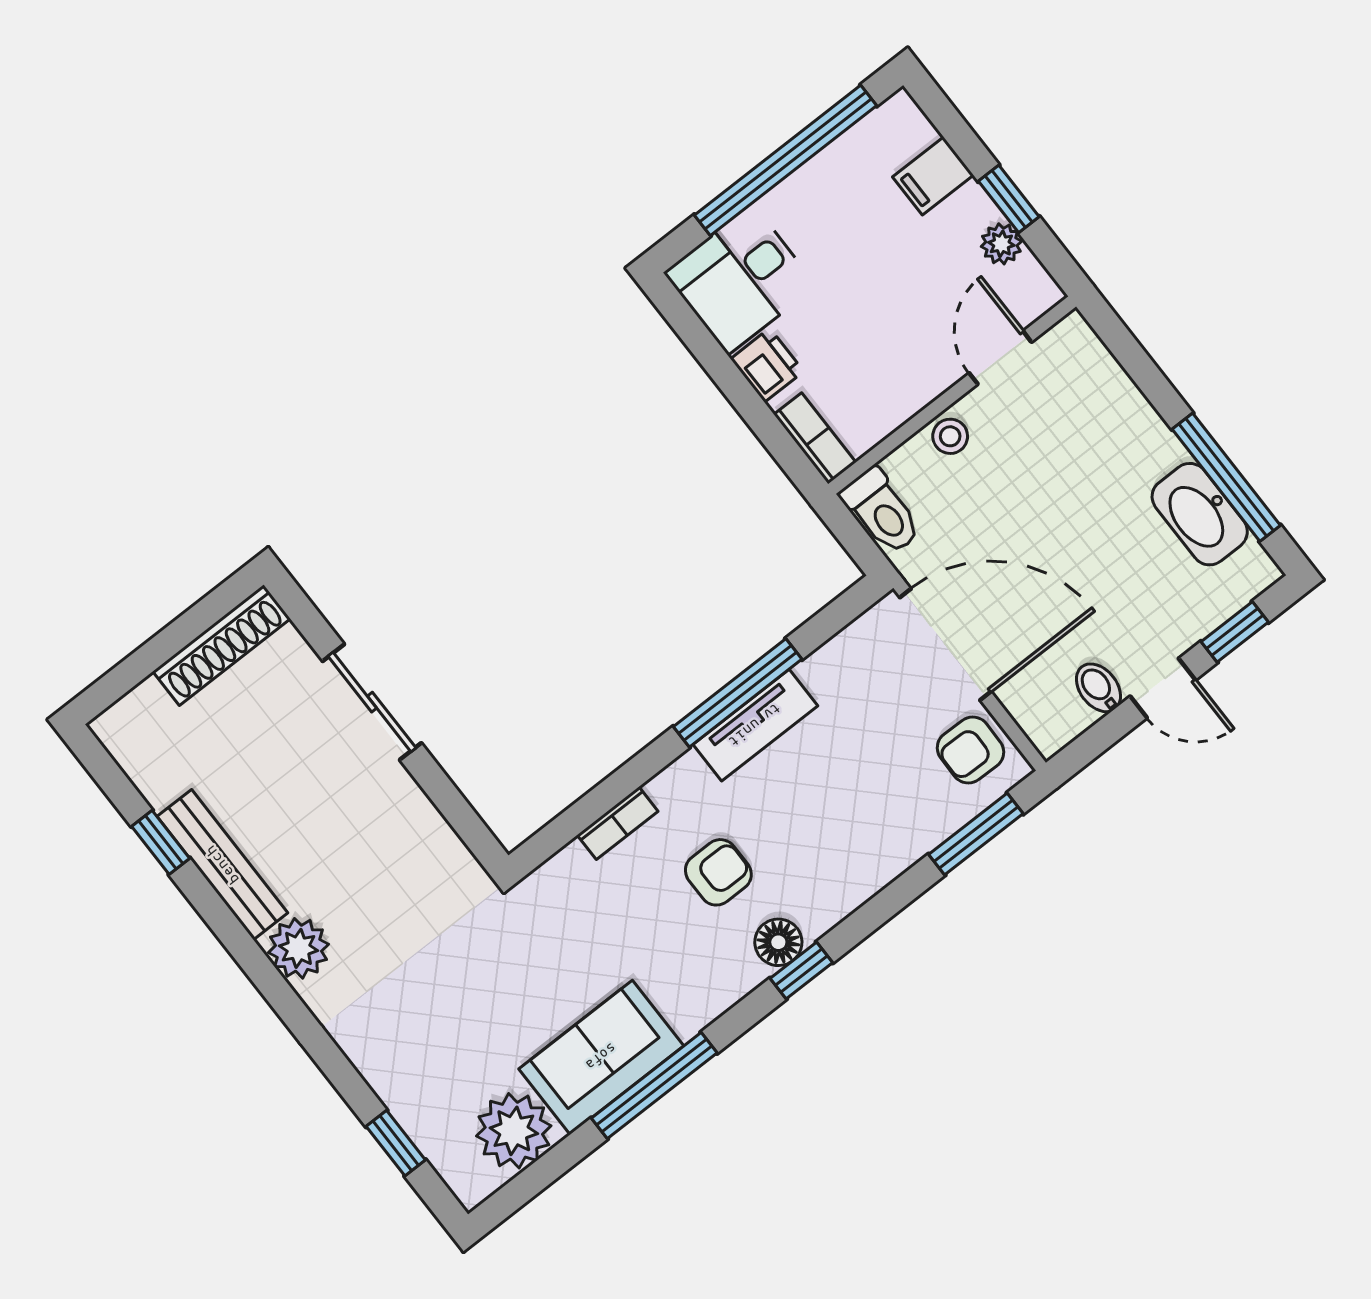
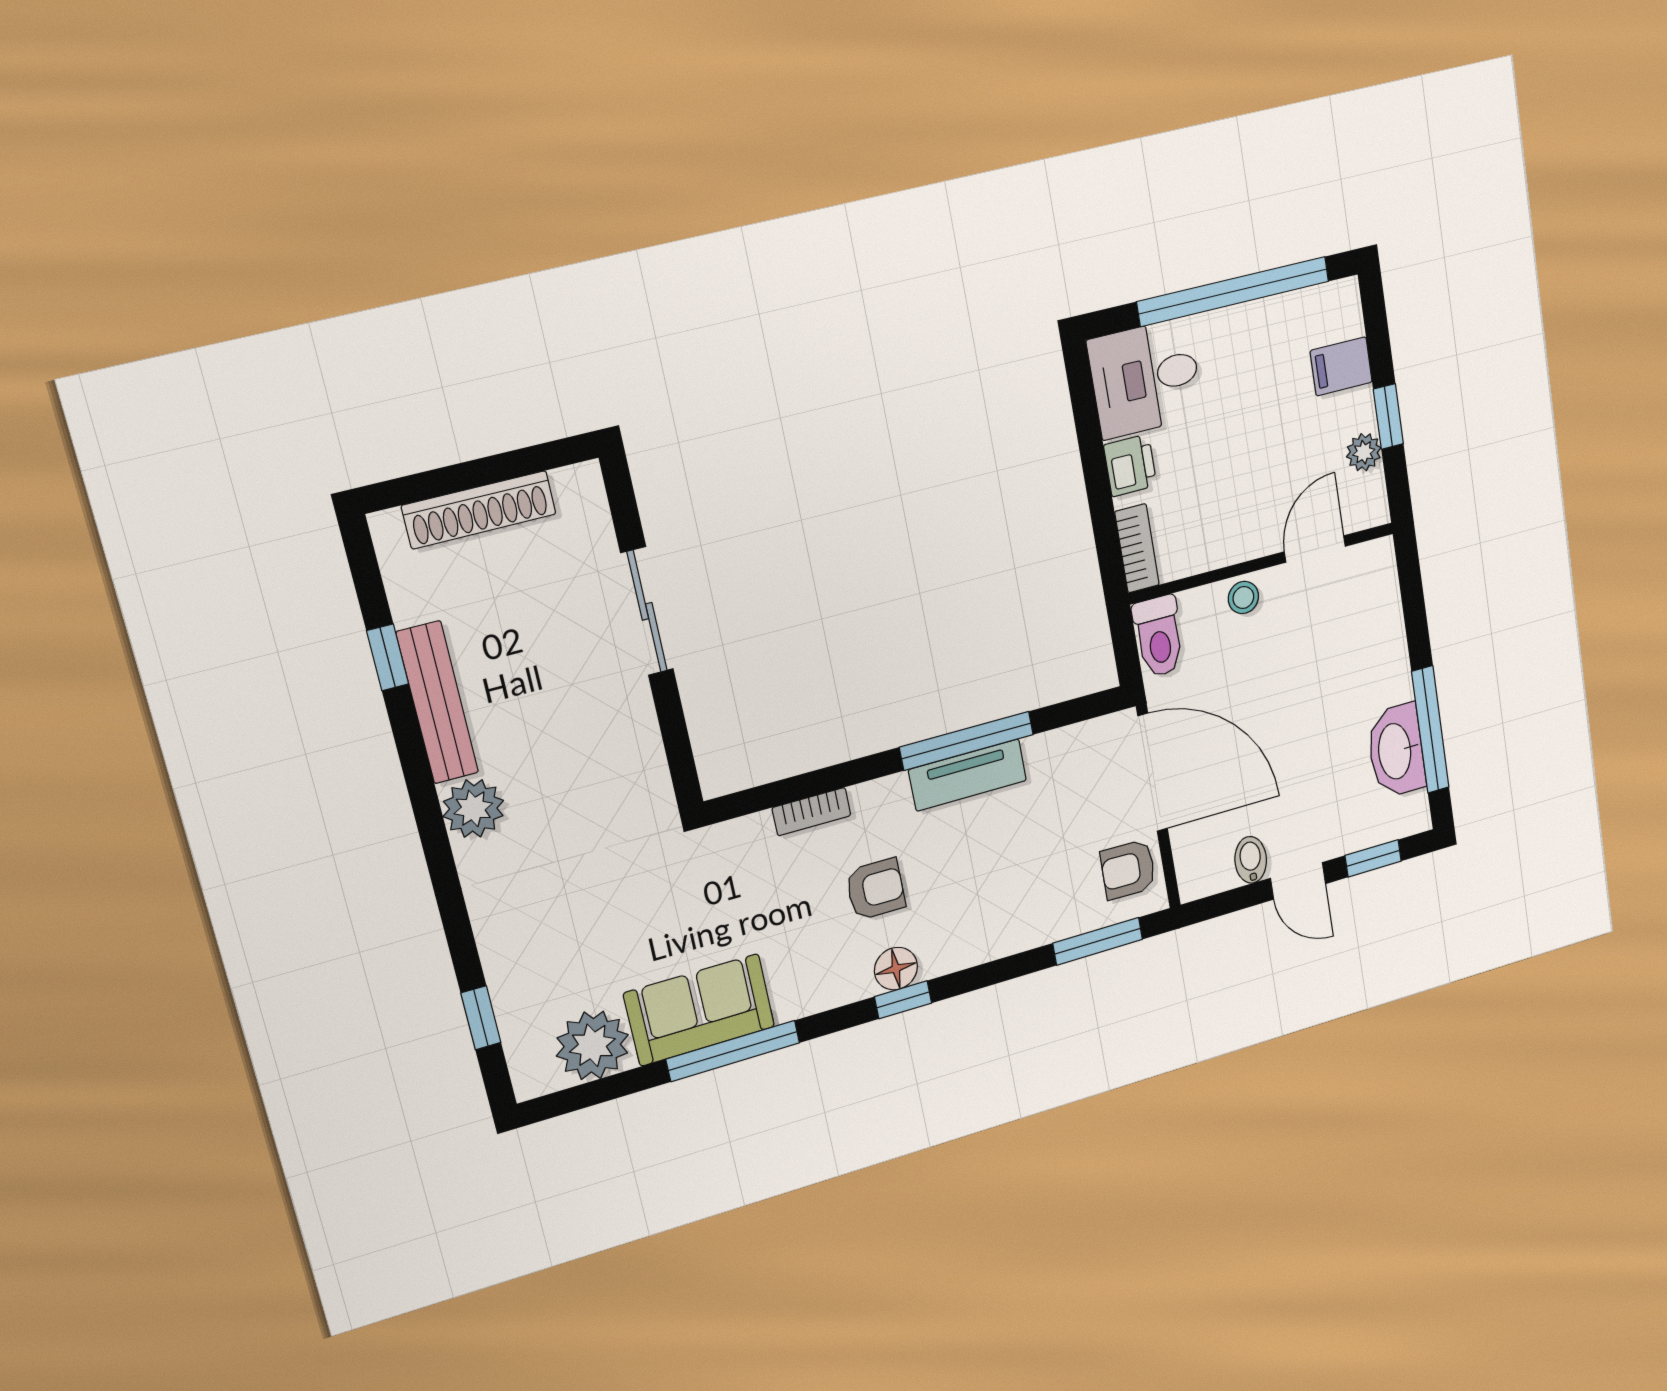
shoe rack: (222, 645) -> (479, 510), moved

